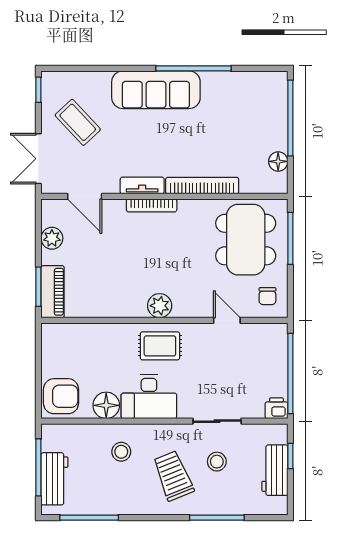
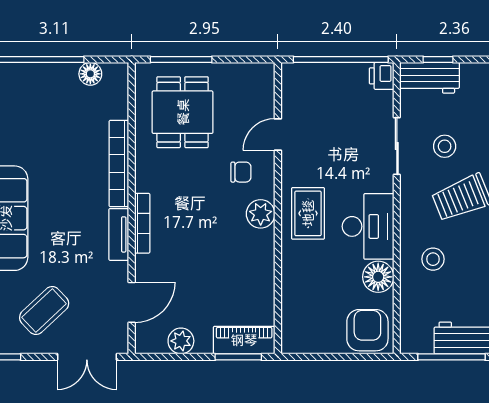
dining table: (246, 240) -> (183, 112), width x0.73
chair: (267, 296) -> (241, 172), moved
workbench: (275, 470) -> (429, 78), moved

